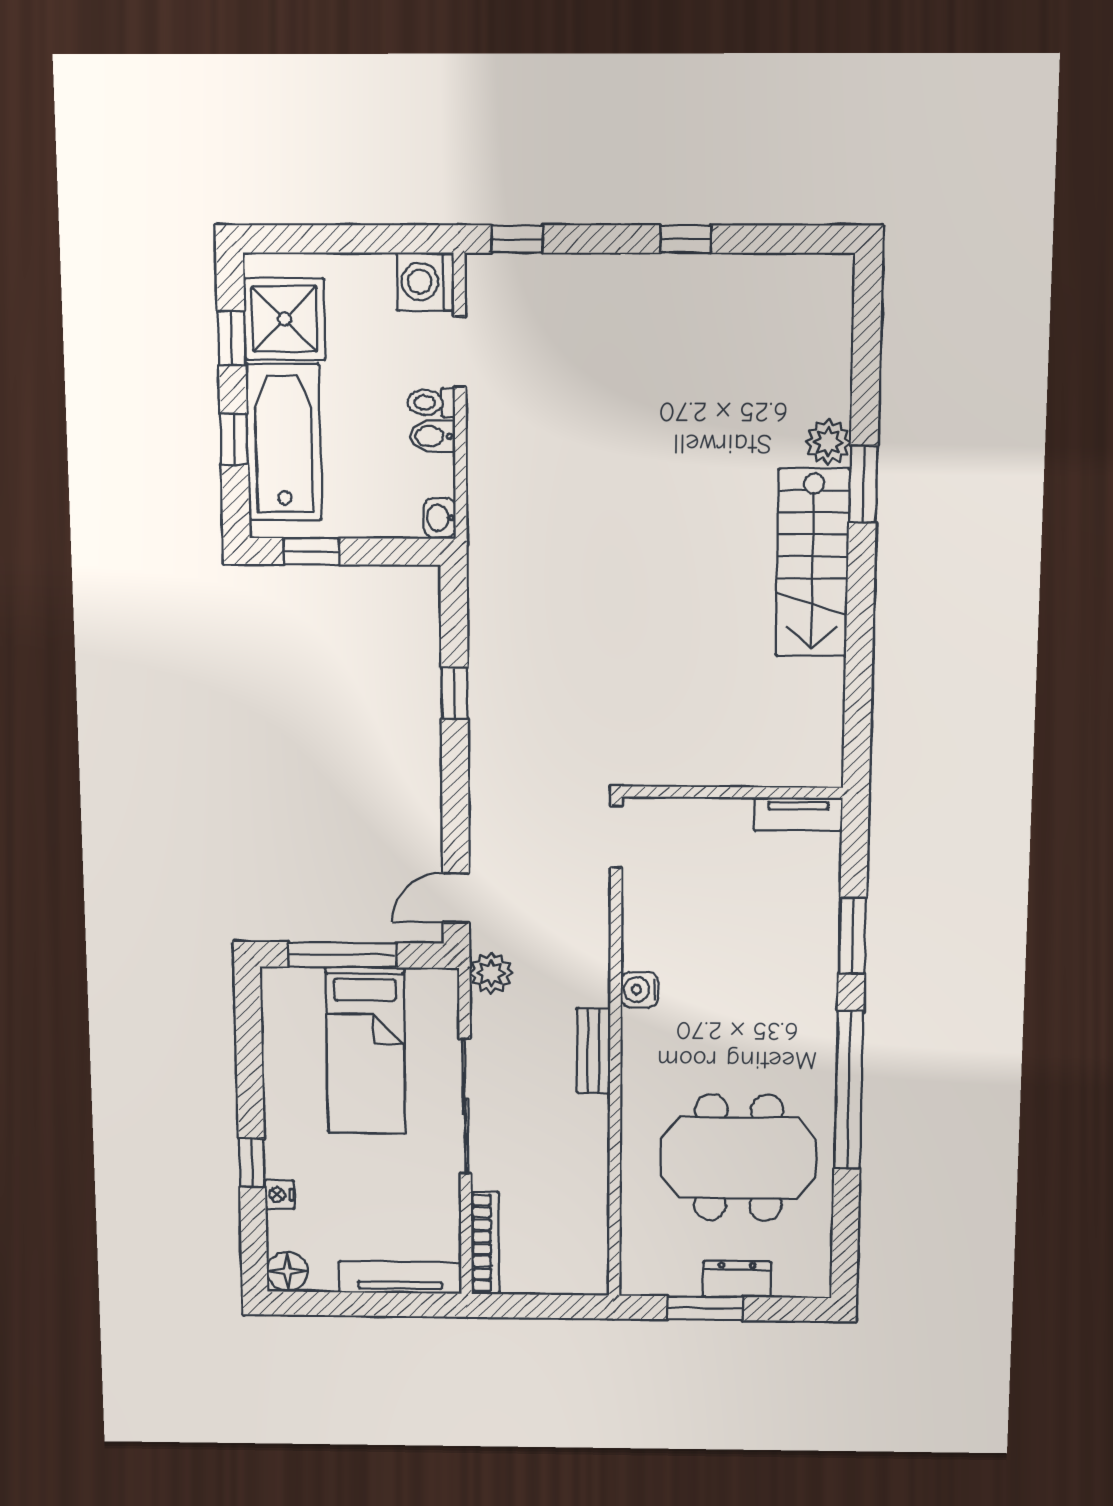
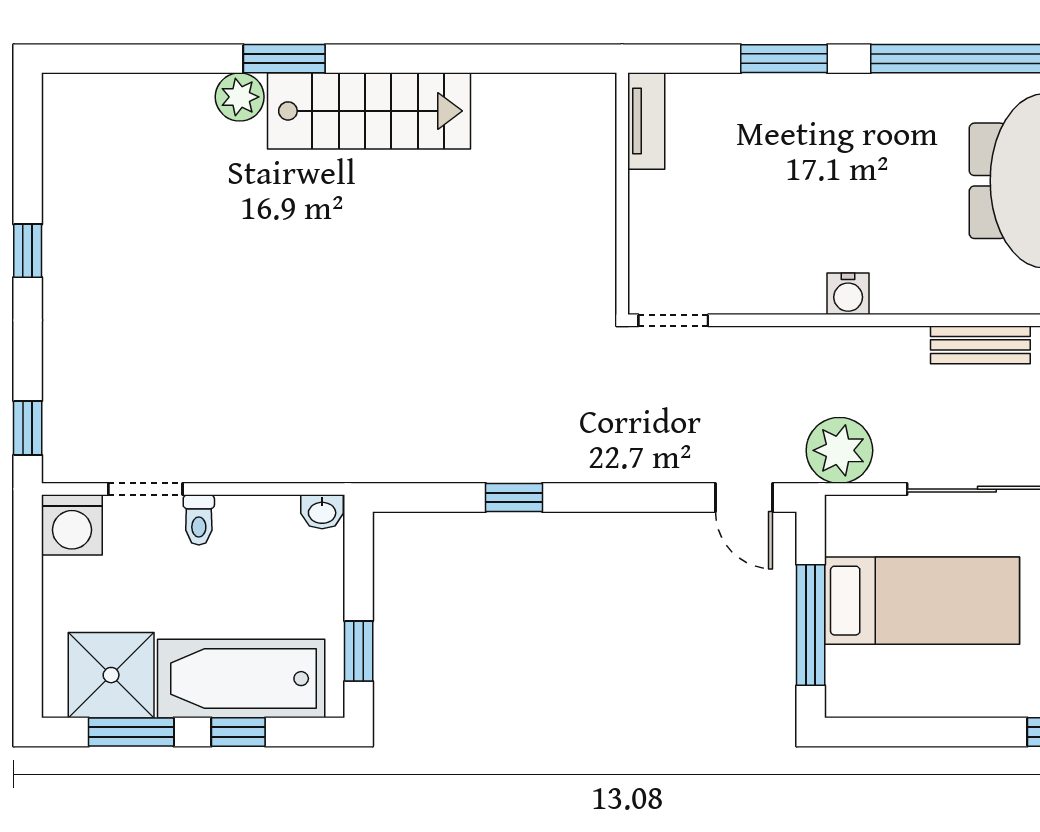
window: (232, 338) -> (131, 732), width x1.50
bidet: (432, 436) -> (235, 519), removed
plant: (491, 973) -> (839, 450), width x1.36, depth x1.36
bench: (593, 1051) -> (980, 345), moved

